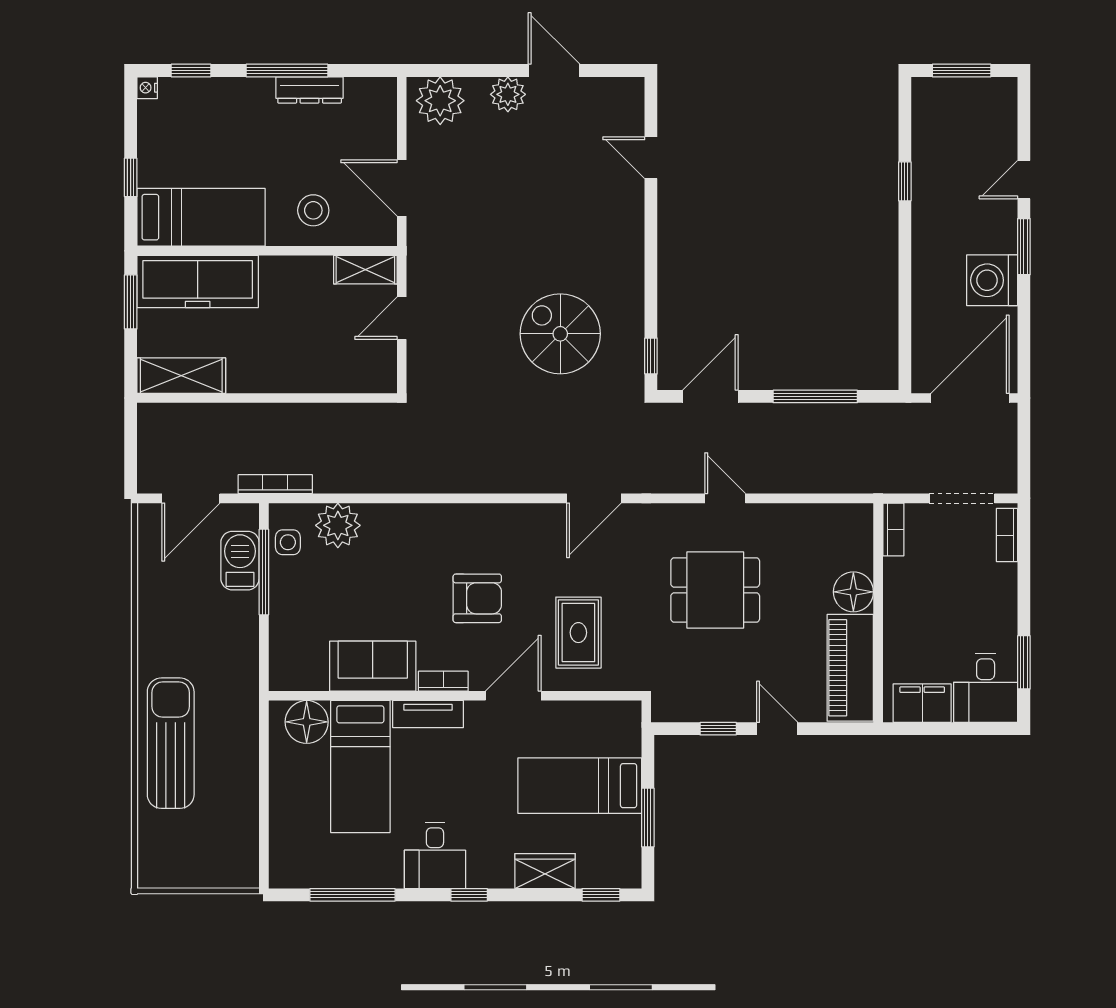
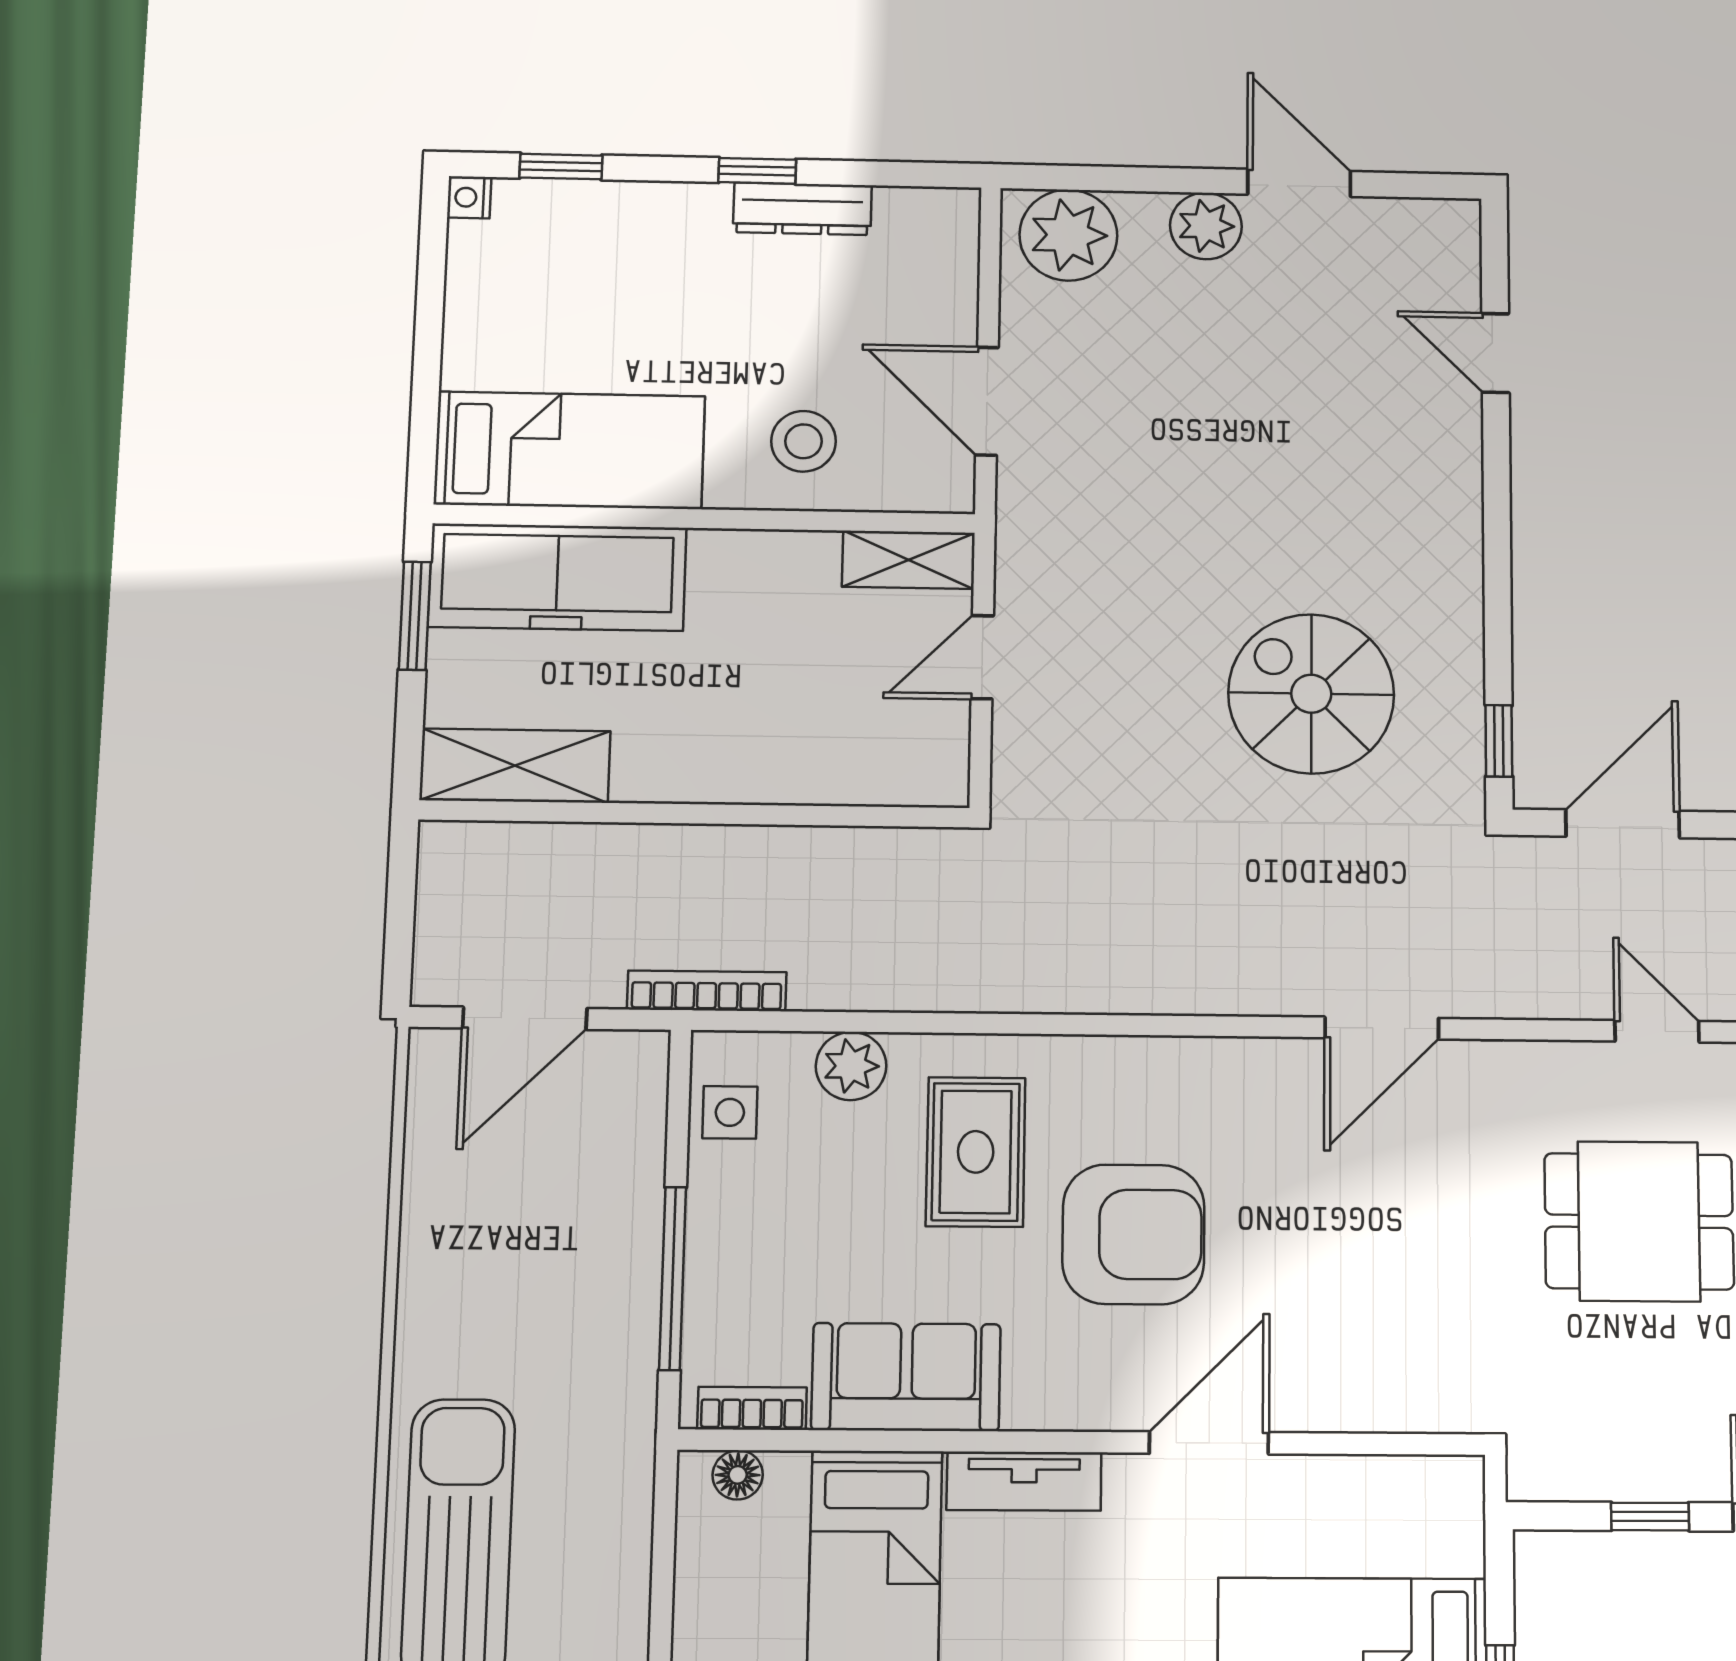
window: (287, 70) -> (757, 171), width x0.46
window: (131, 177) -> (427, 370), removed
plant: (338, 525) -> (851, 1066), width x0.73, depth x0.73
barbecue: (240, 561) -> (626, 1150), removed
window: (264, 572) -> (673, 1278), moved
armchair: (477, 598) -> (1133, 1234), width x1.36, depth x1.36
rug: (578, 633) -> (976, 1152), moved
bookcase: (443, 681) -> (752, 1408), moved
floor lamp: (307, 722) -> (738, 1475), width x0.53, depth x0.53

